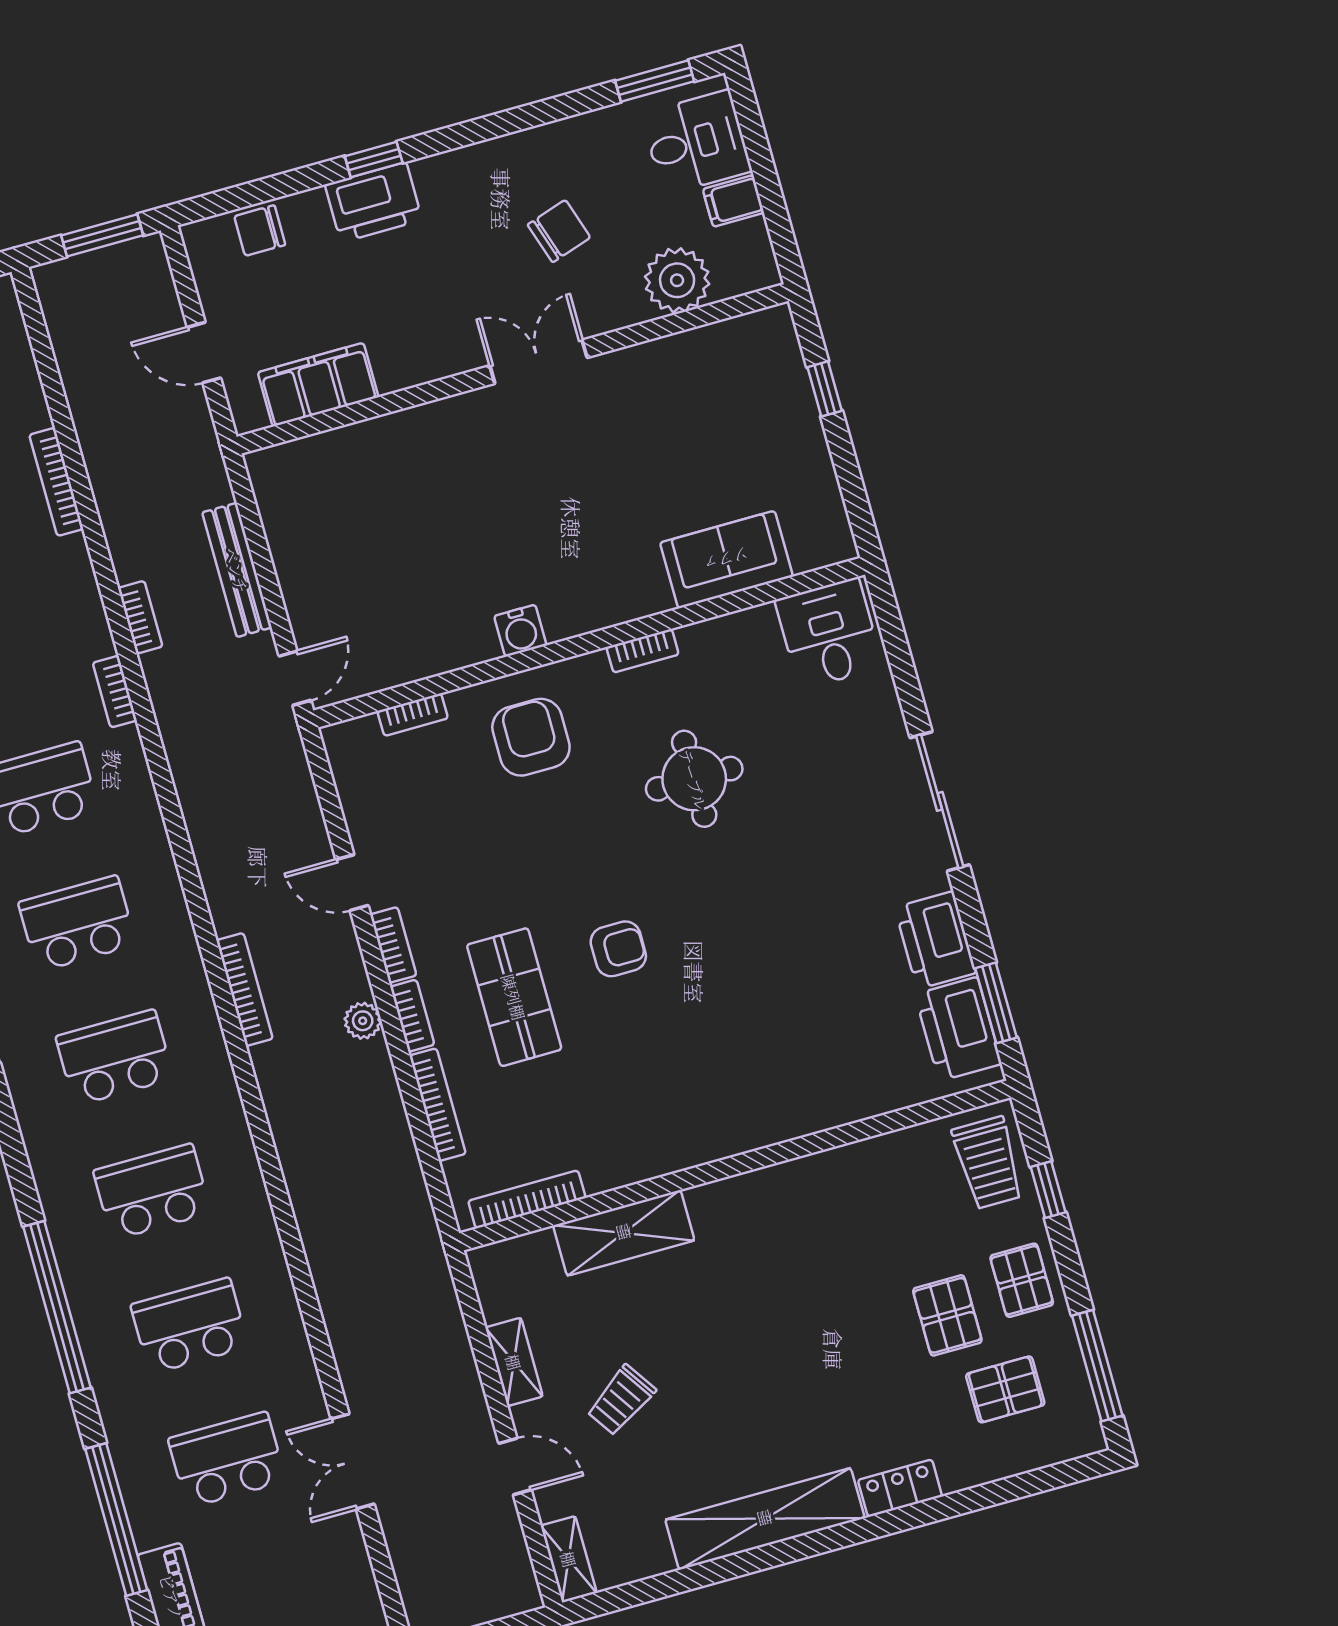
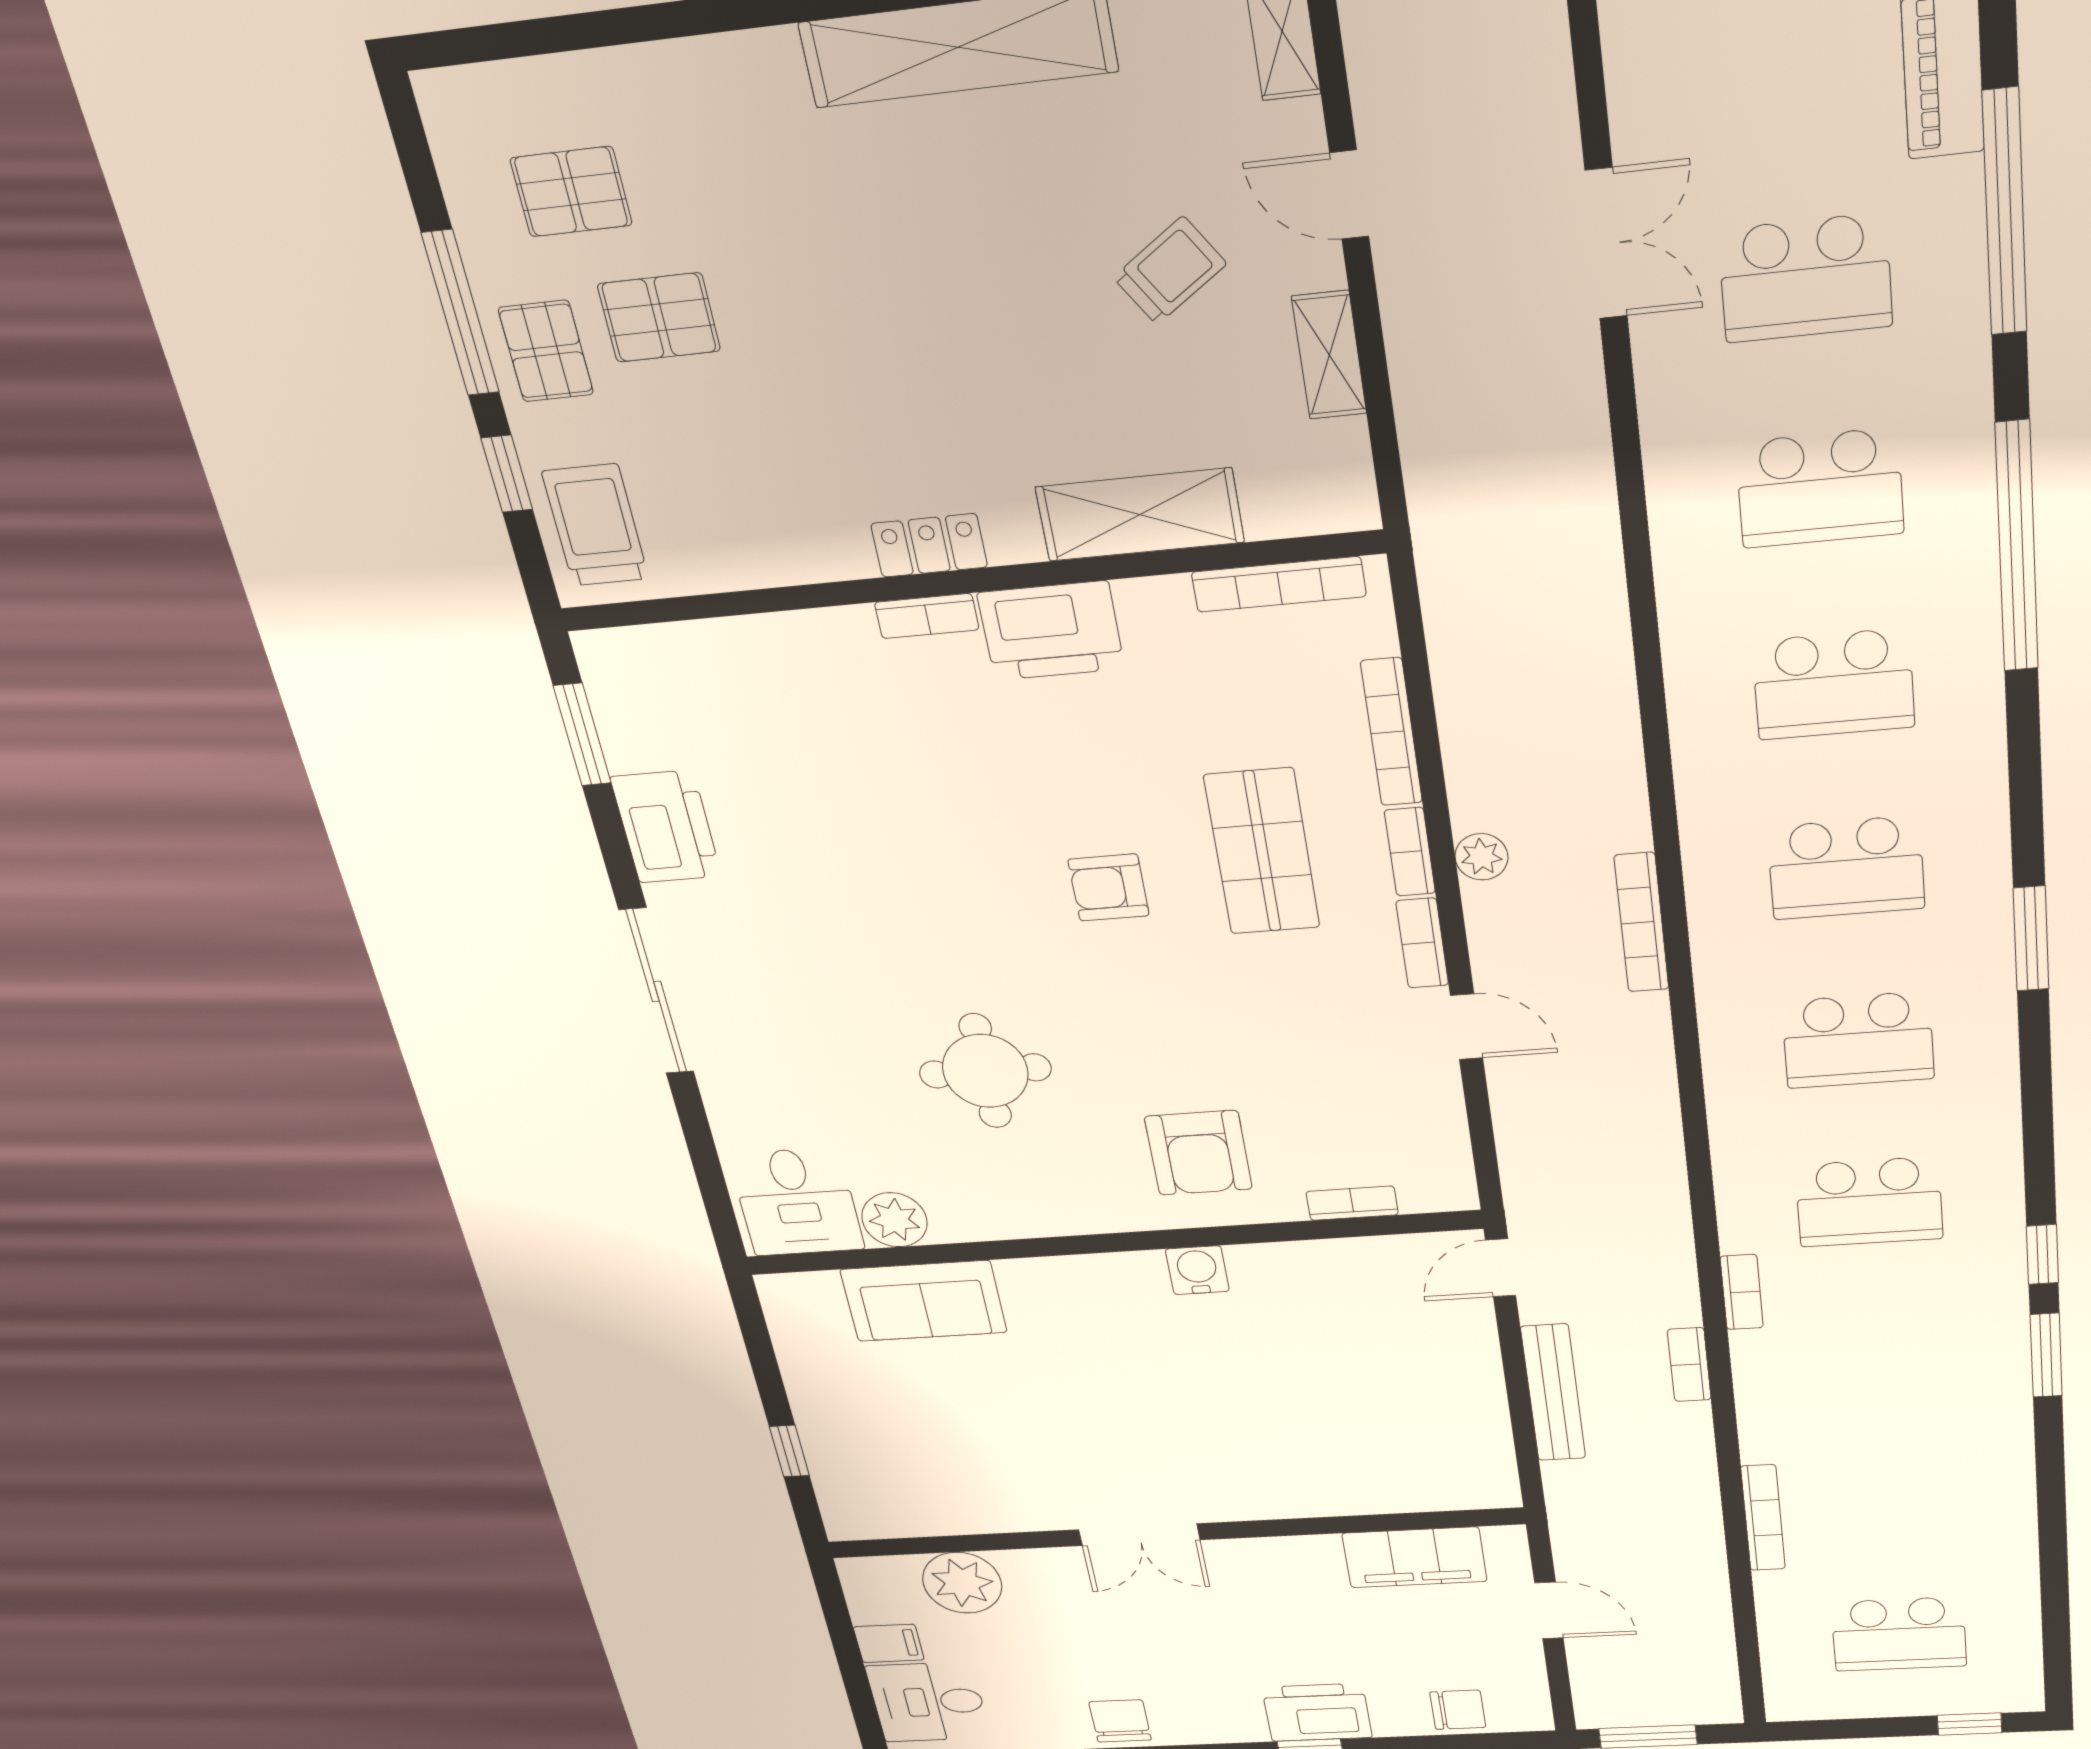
chair: (559, 231) -> (1120, 1721), moved, turned 108
plant: (753, 632) -> (894, 1220), added
bookcase: (643, 651) -> (927, 616), moved, turned 180
printer: (958, 1029) -> (1051, 631), moved, turned 90
pallet: (947, 1315) -> (659, 318), turned 90
window: (1097, 1366) -> (460, 313), moved
locker: (900, 1488) -> (929, 545), moved, turned 180

